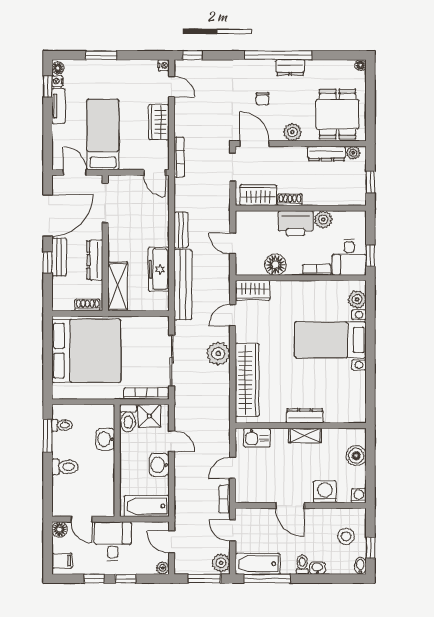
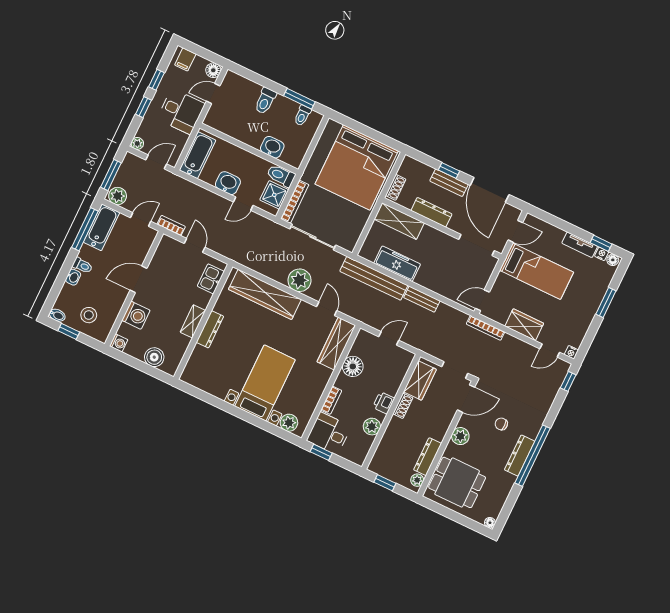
dresser: (290, 67) -> (520, 456), width x1.44
printer: (296, 223) -> (384, 403), width x0.53, depth x0.68
wardrobe: (253, 290) -> (336, 344), width x1.50

